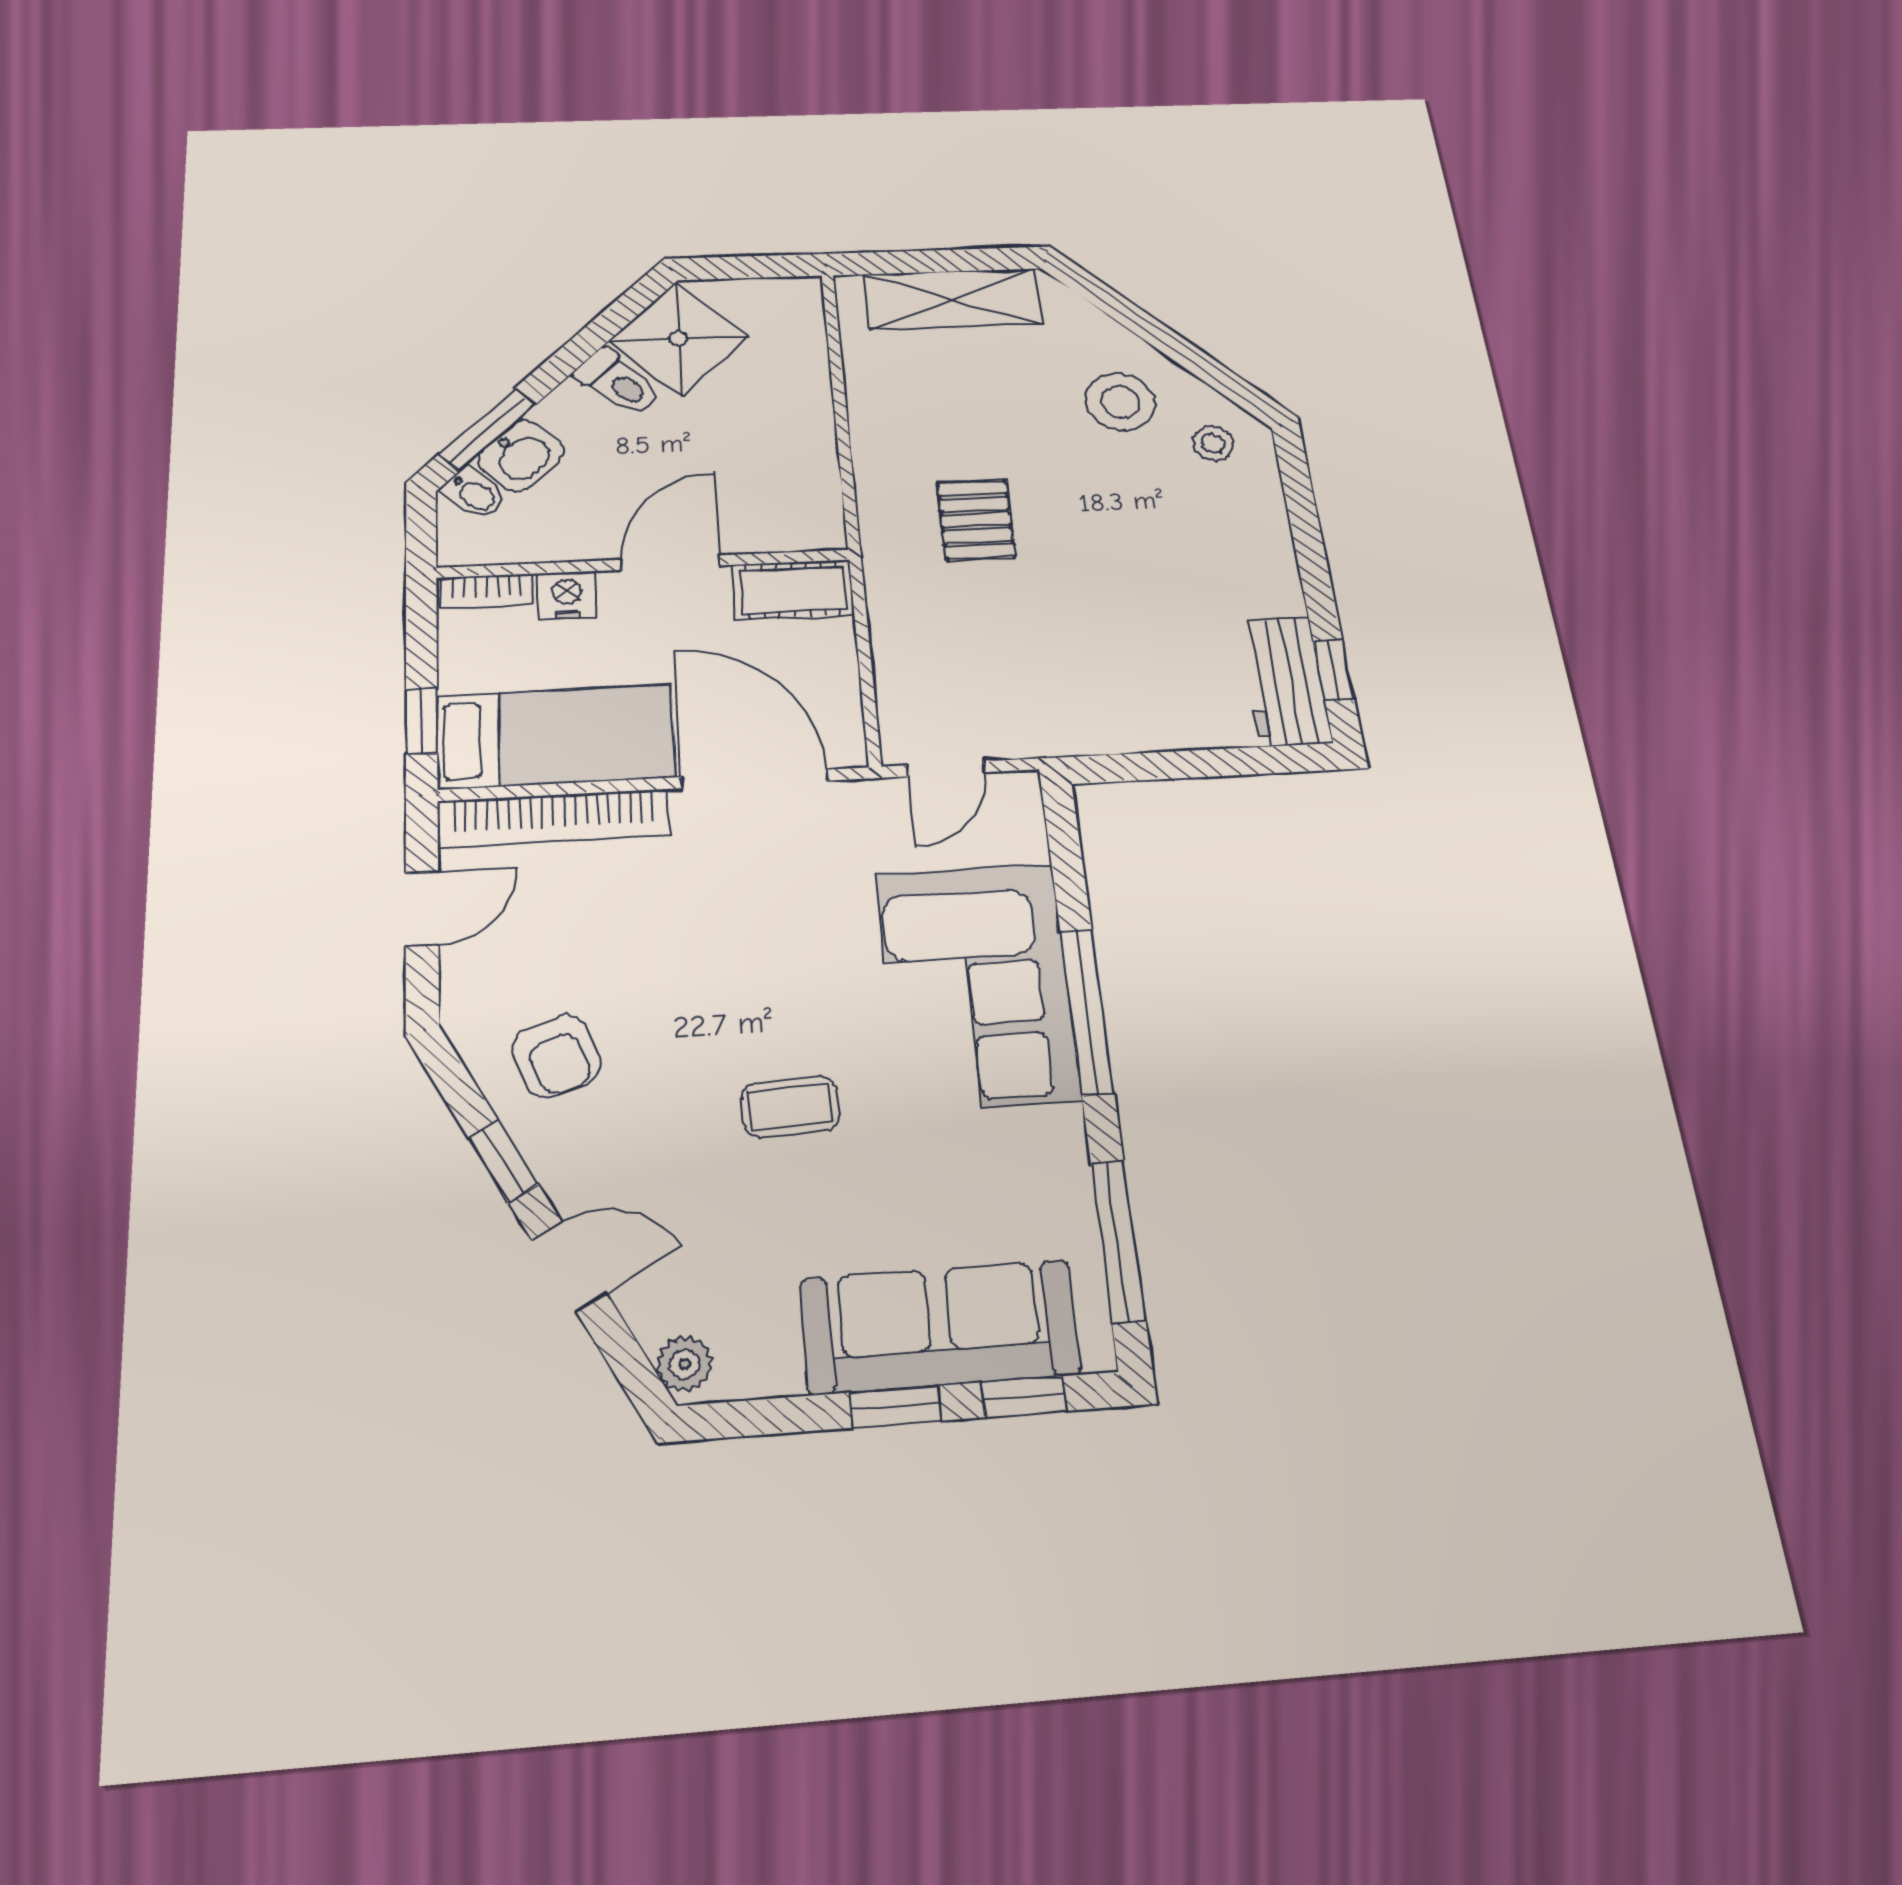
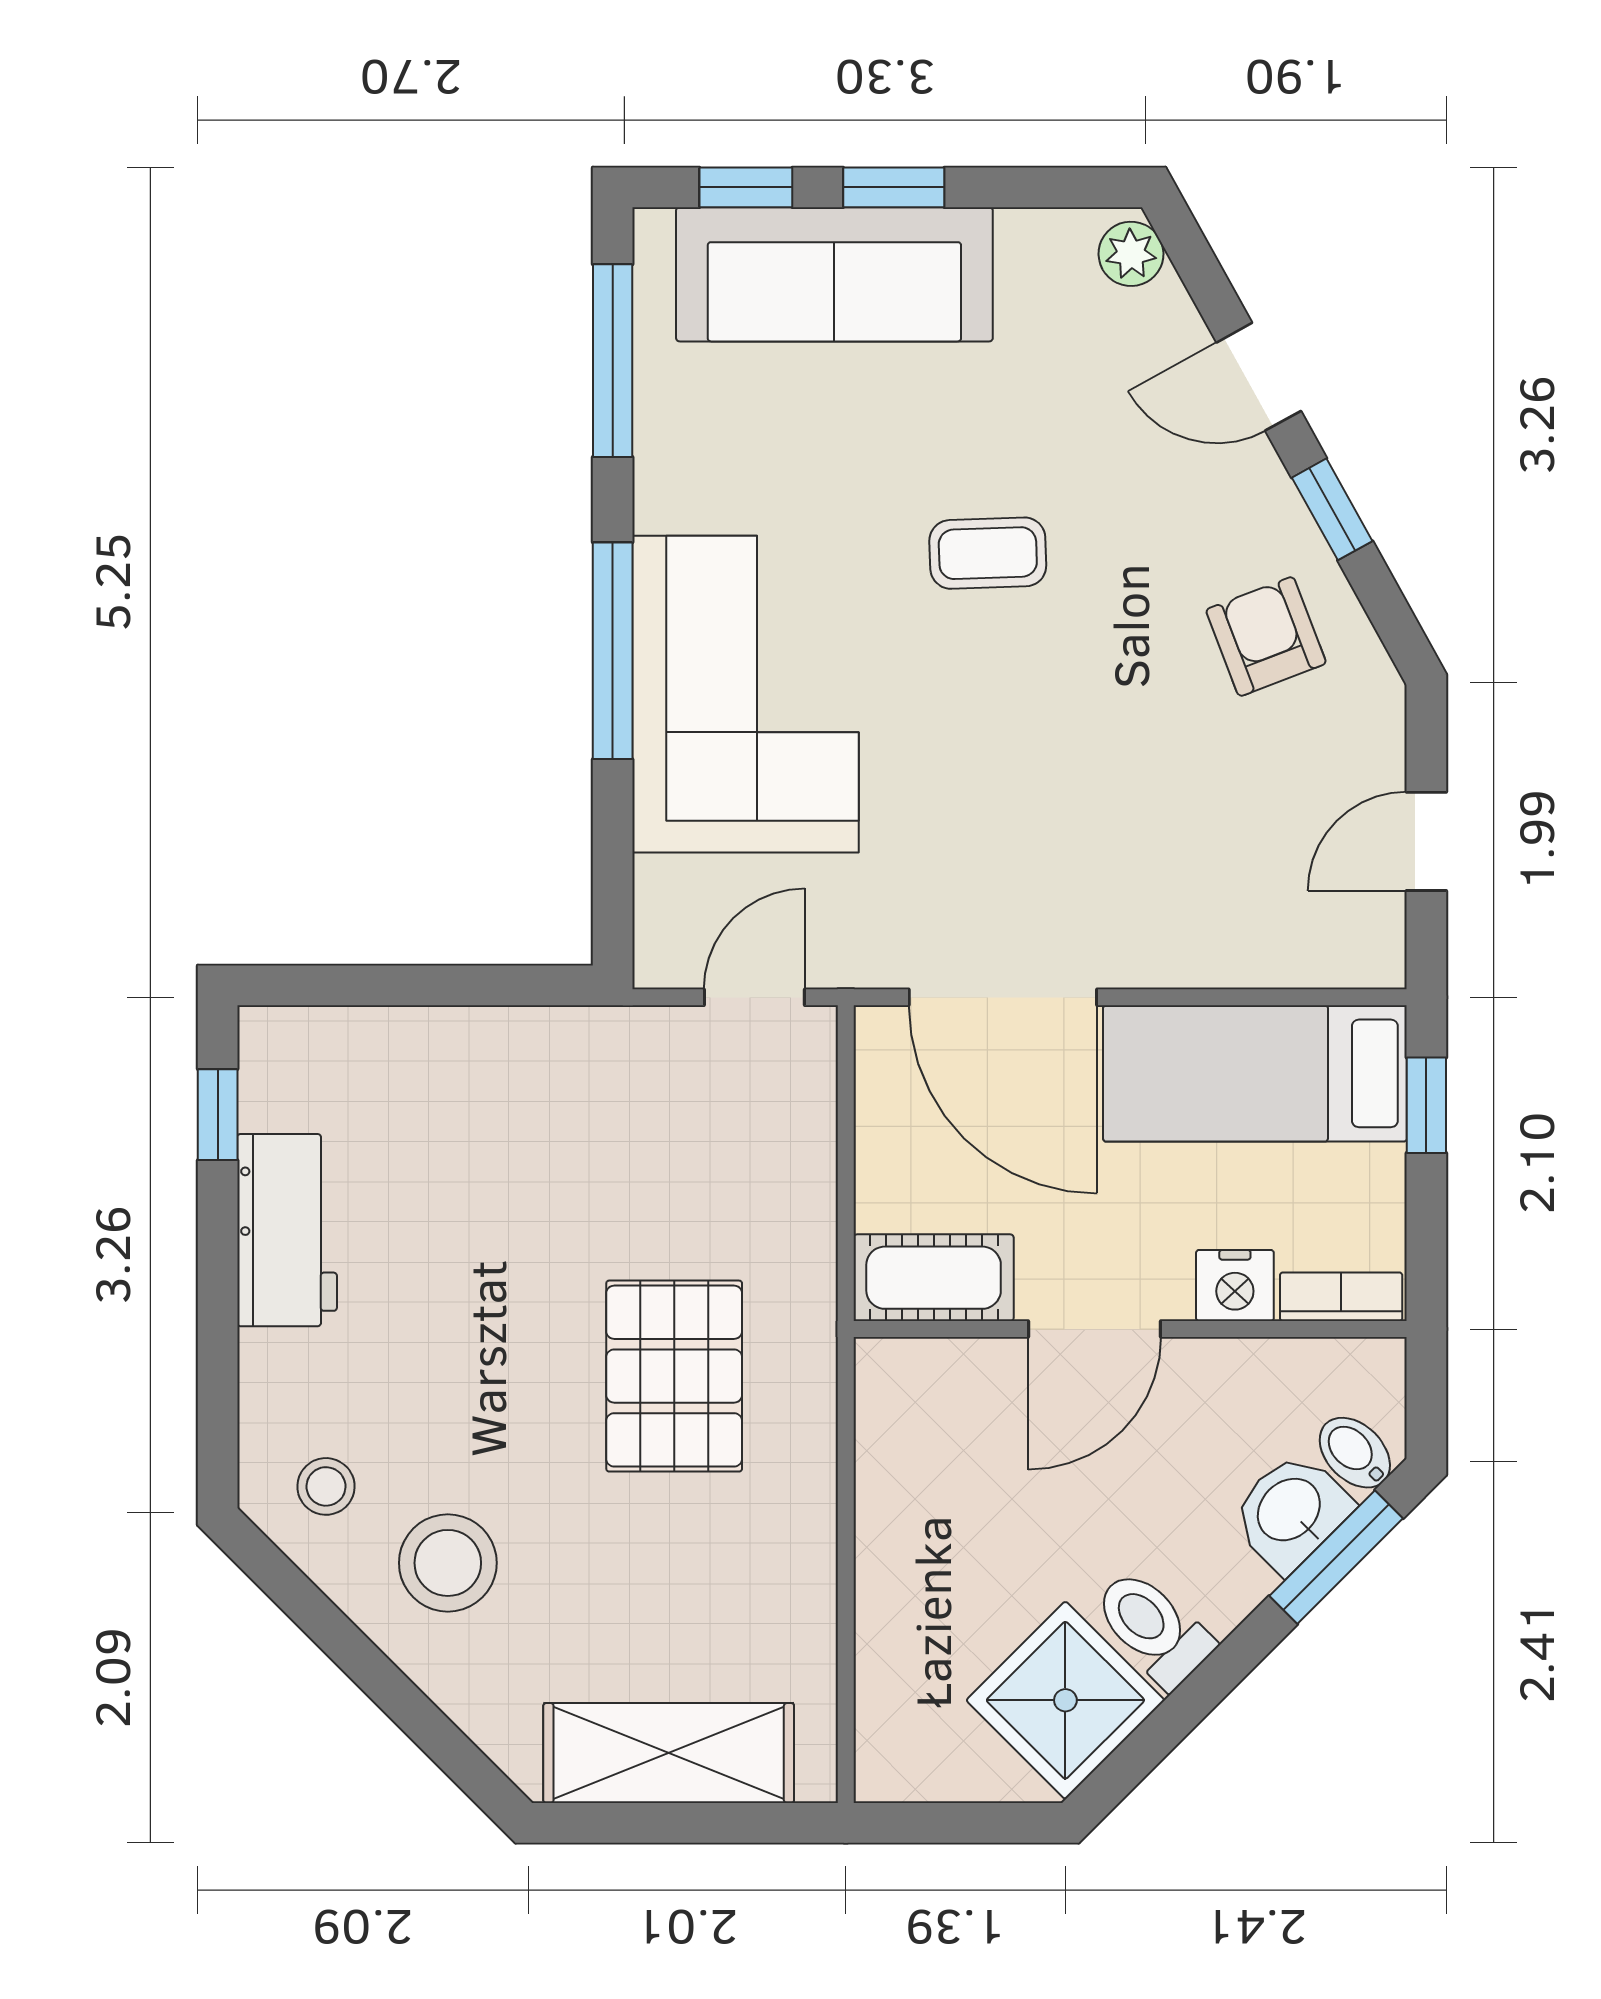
pallet: (976, 520) -> (674, 1376), width x1.50, depth x1.42
workbench: (1285, 681) -> (287, 1230), moved
bookcase: (553, 818) -> (1261, 956), removed

